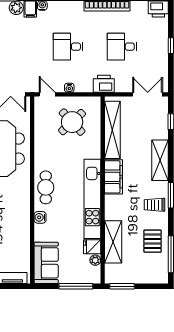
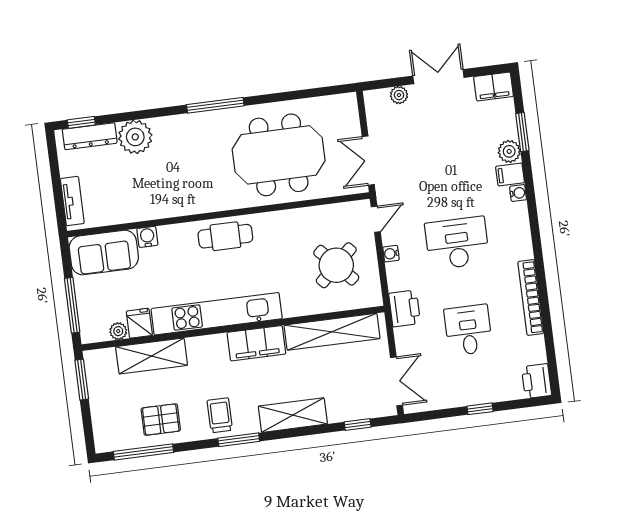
desk: (68, 47) -> (457, 243), width x1.37
water cooler: (40, 217) -> (147, 237), moved

